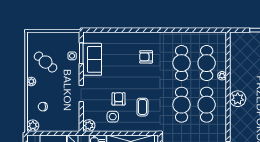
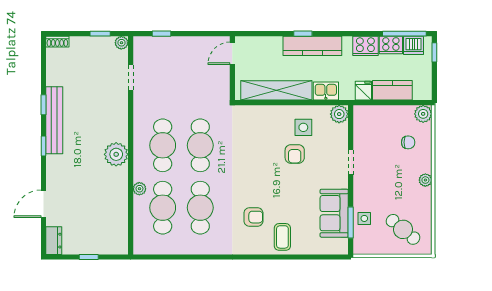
cafe table: (46, 62) -> (403, 229), moved
coffee table: (142, 107) -> (282, 237), moved

